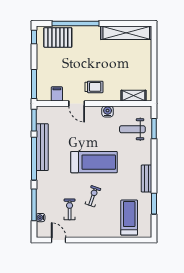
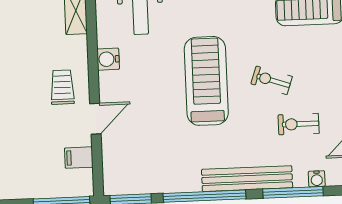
bench: (42, 147) -> (247, 179), moved

